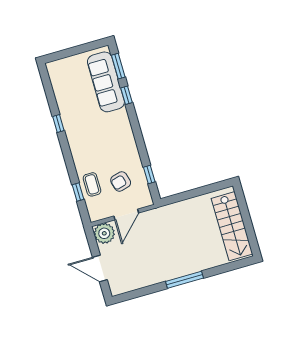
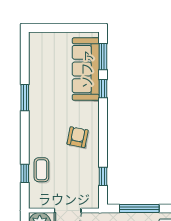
window: (58, 124) -> (25, 98), width x1.50
armchair: (121, 181) -> (78, 137), moved, turned 116
window: (190, 194) -> (139, 208), added

